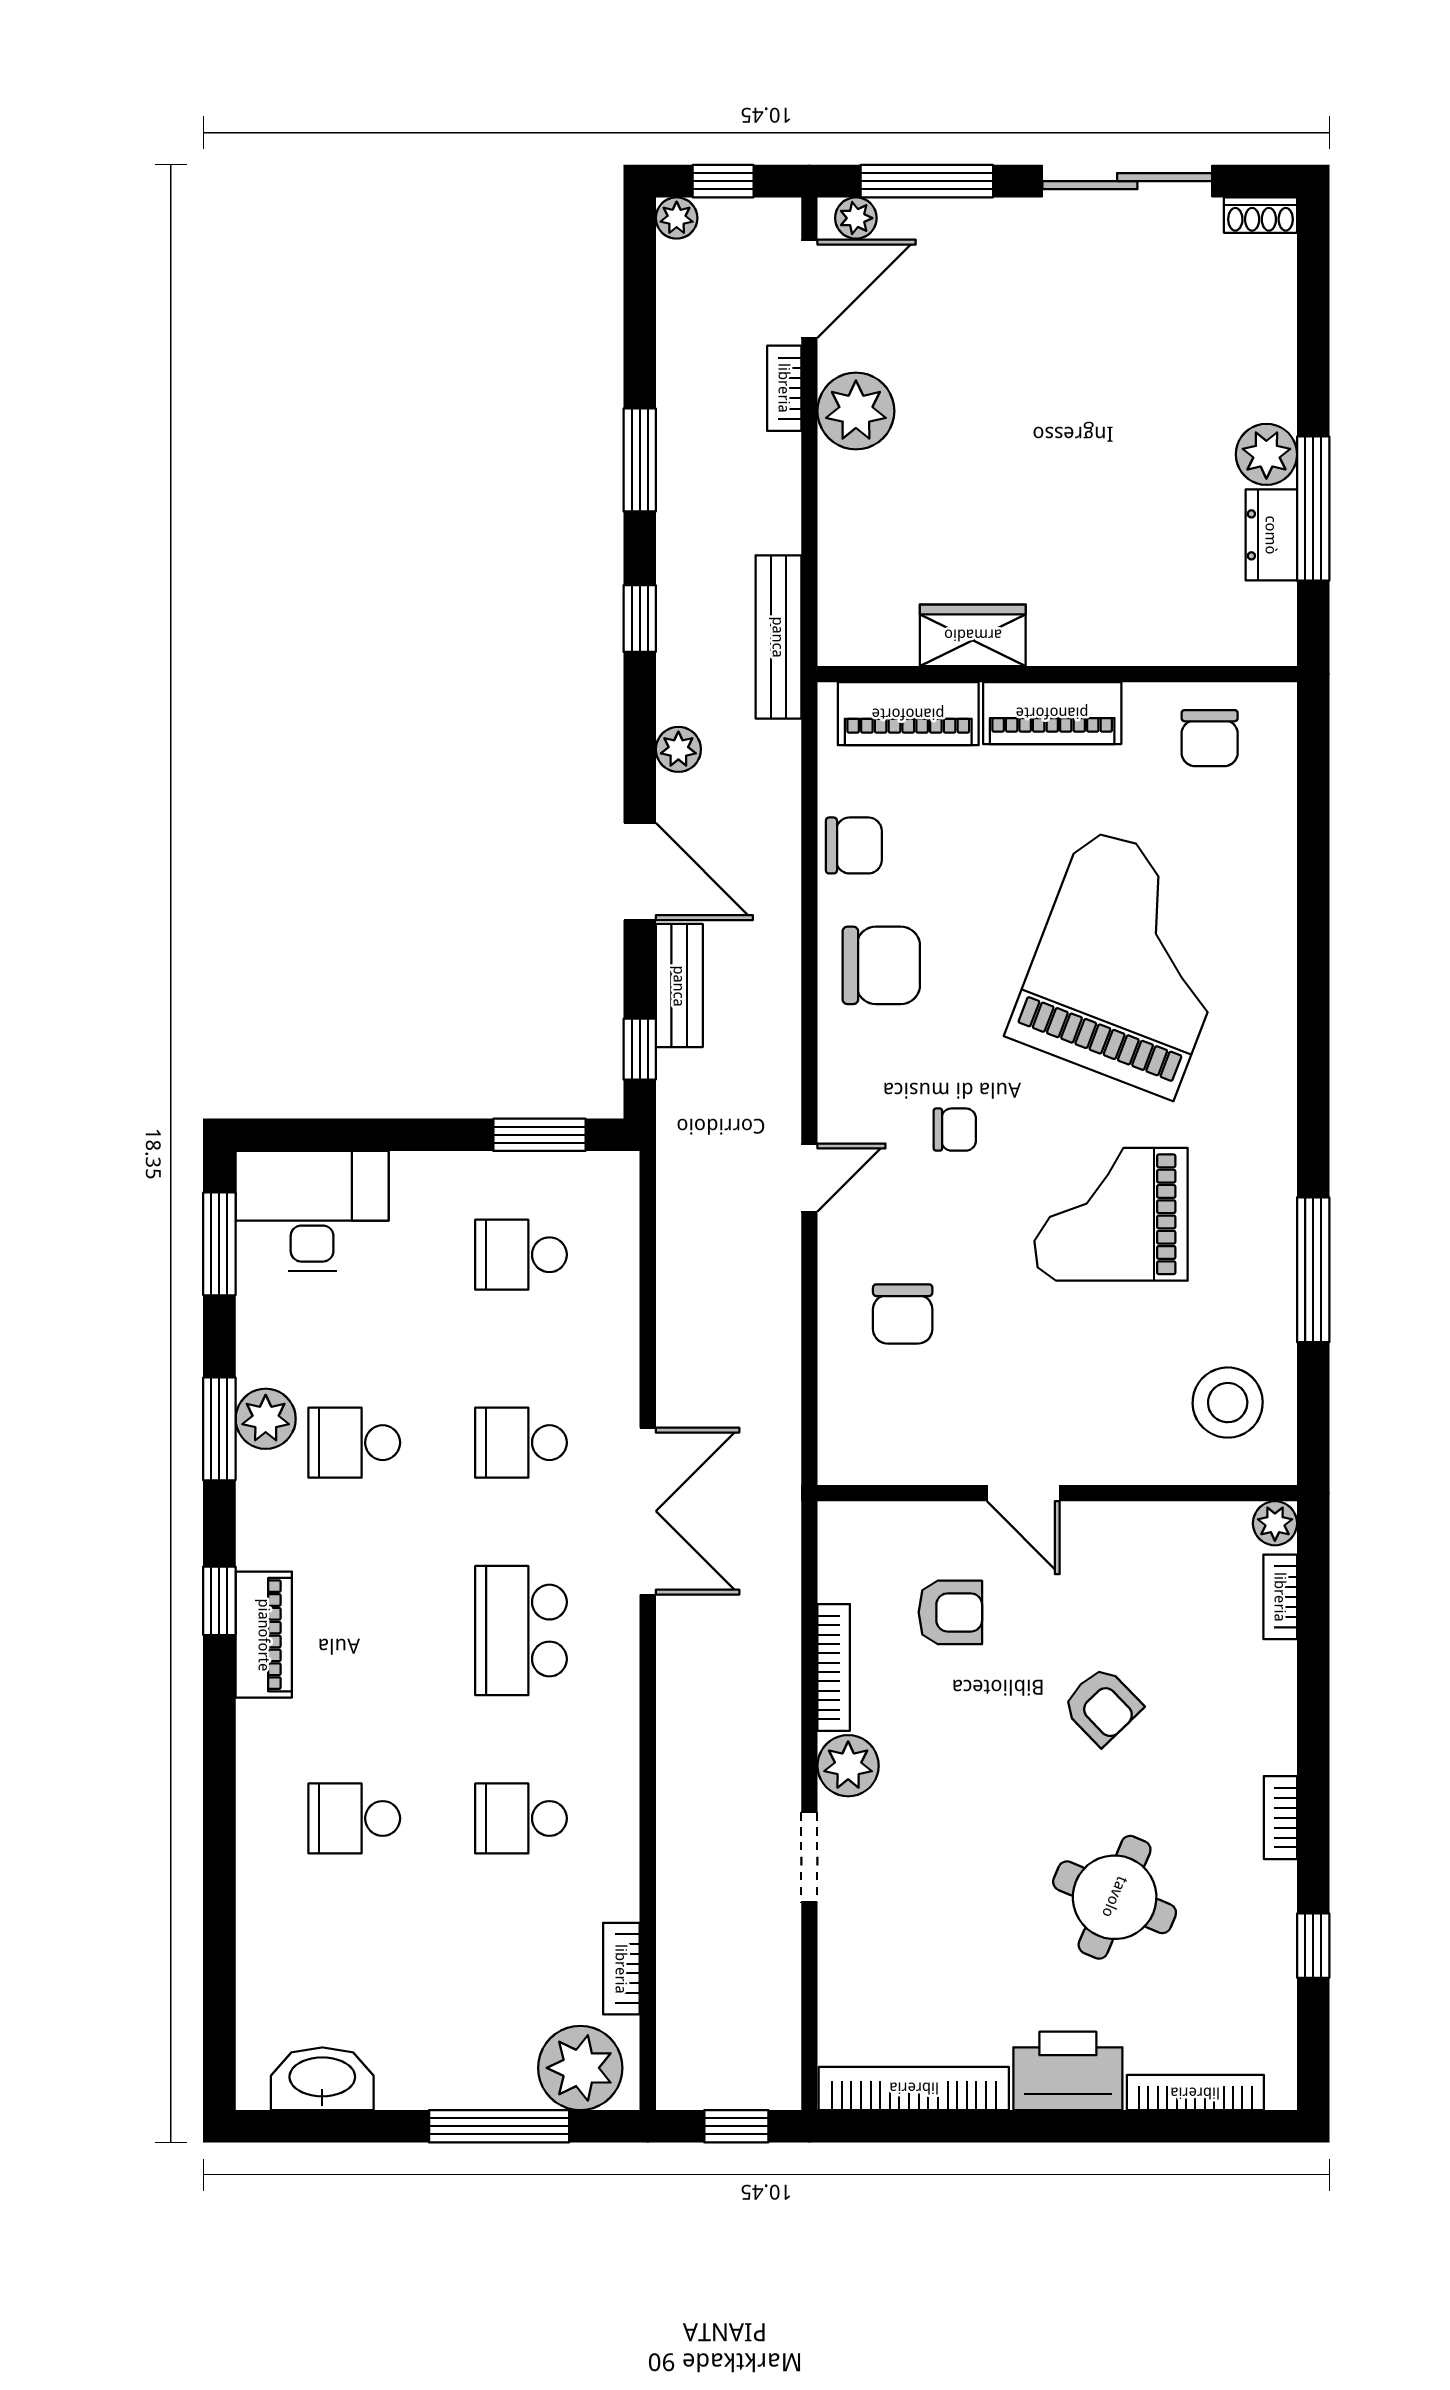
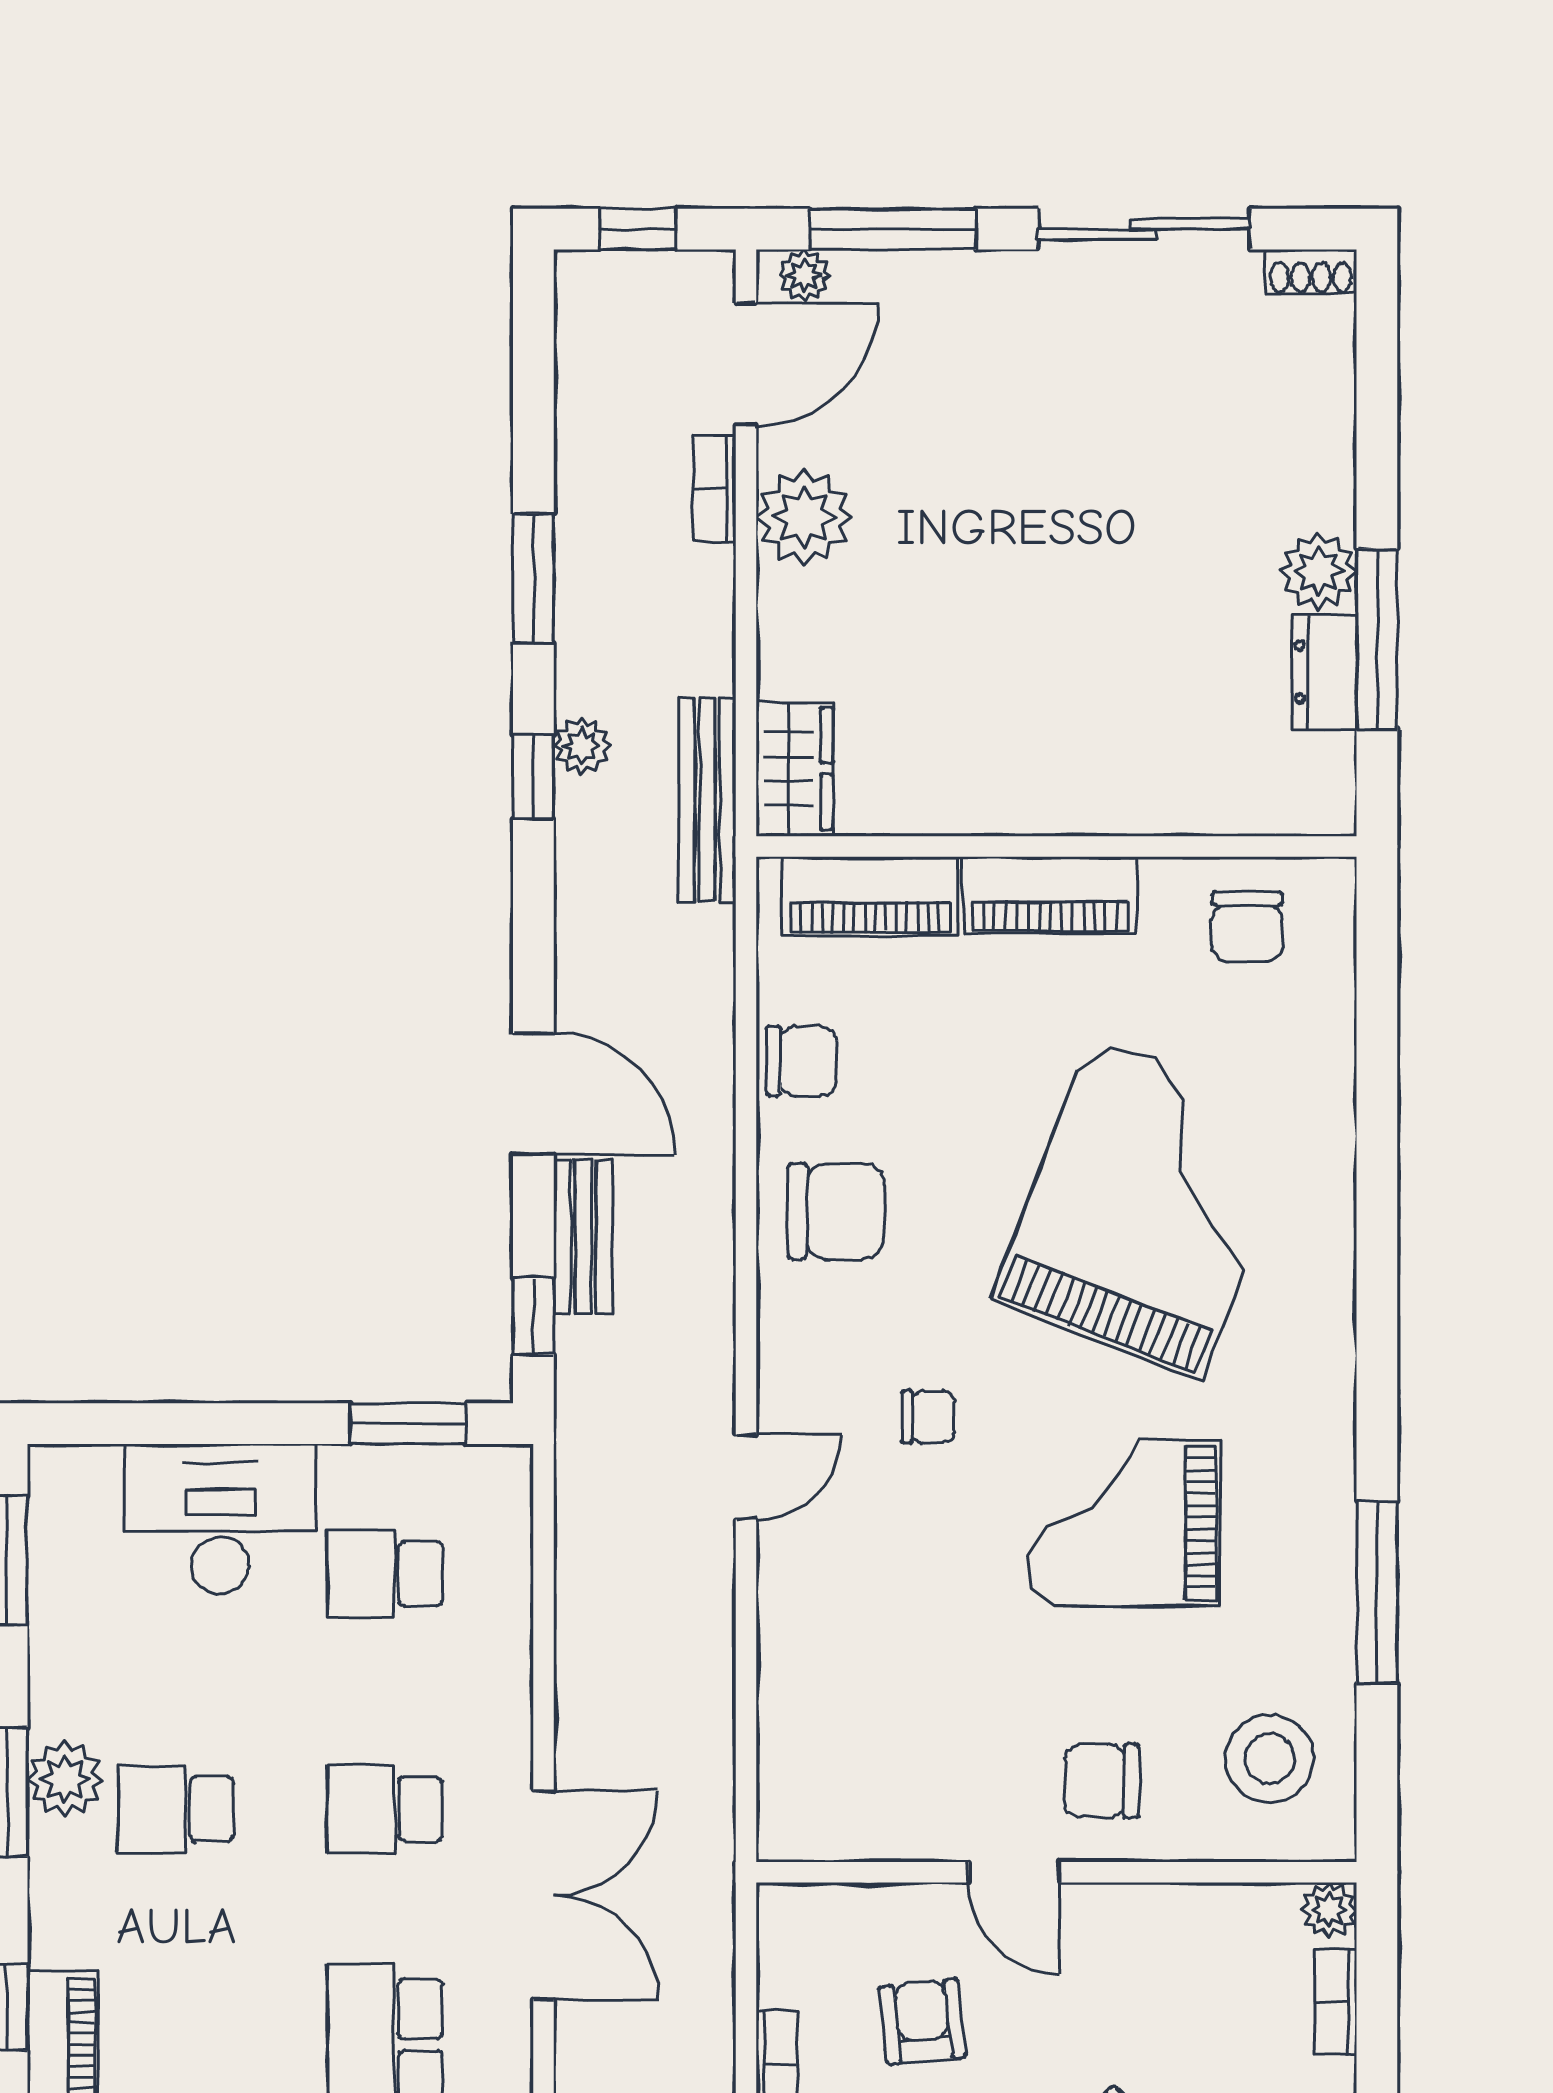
plant: (677, 218) -> (580, 275), removed
wardrobe: (973, 635) -> (795, 769), moved, turned 90
plant: (678, 749) -> (582, 746), moved
desk: (312, 1211) -> (220, 1519), moved
chair: (903, 1314) -> (1102, 1781), moved, turned 90
armchair: (950, 1612) -> (922, 2022), turned -96

